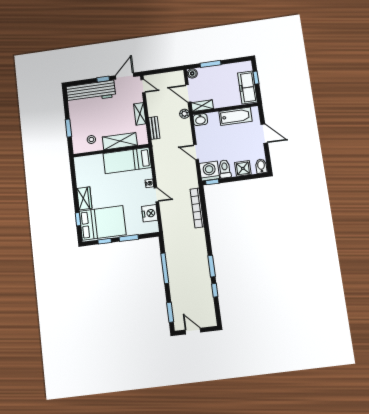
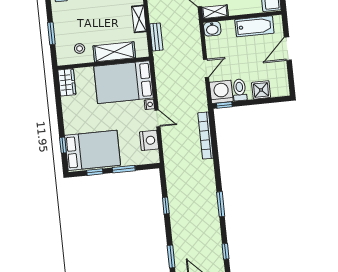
plant: (184, 114) -> (193, 21), removed
door: (264, 133) -> (288, 49), swing flipped
door: (196, 152) -> (206, 68), swing flipped
bed: (127, 160) -> (124, 82), width x1.50
bidet: (261, 166) -> (283, 88), removed
wardrobe: (84, 198) -> (67, 82), moved
window: (165, 268) -> (166, 206), width x0.46
window: (215, 290) -> (226, 251), moved

